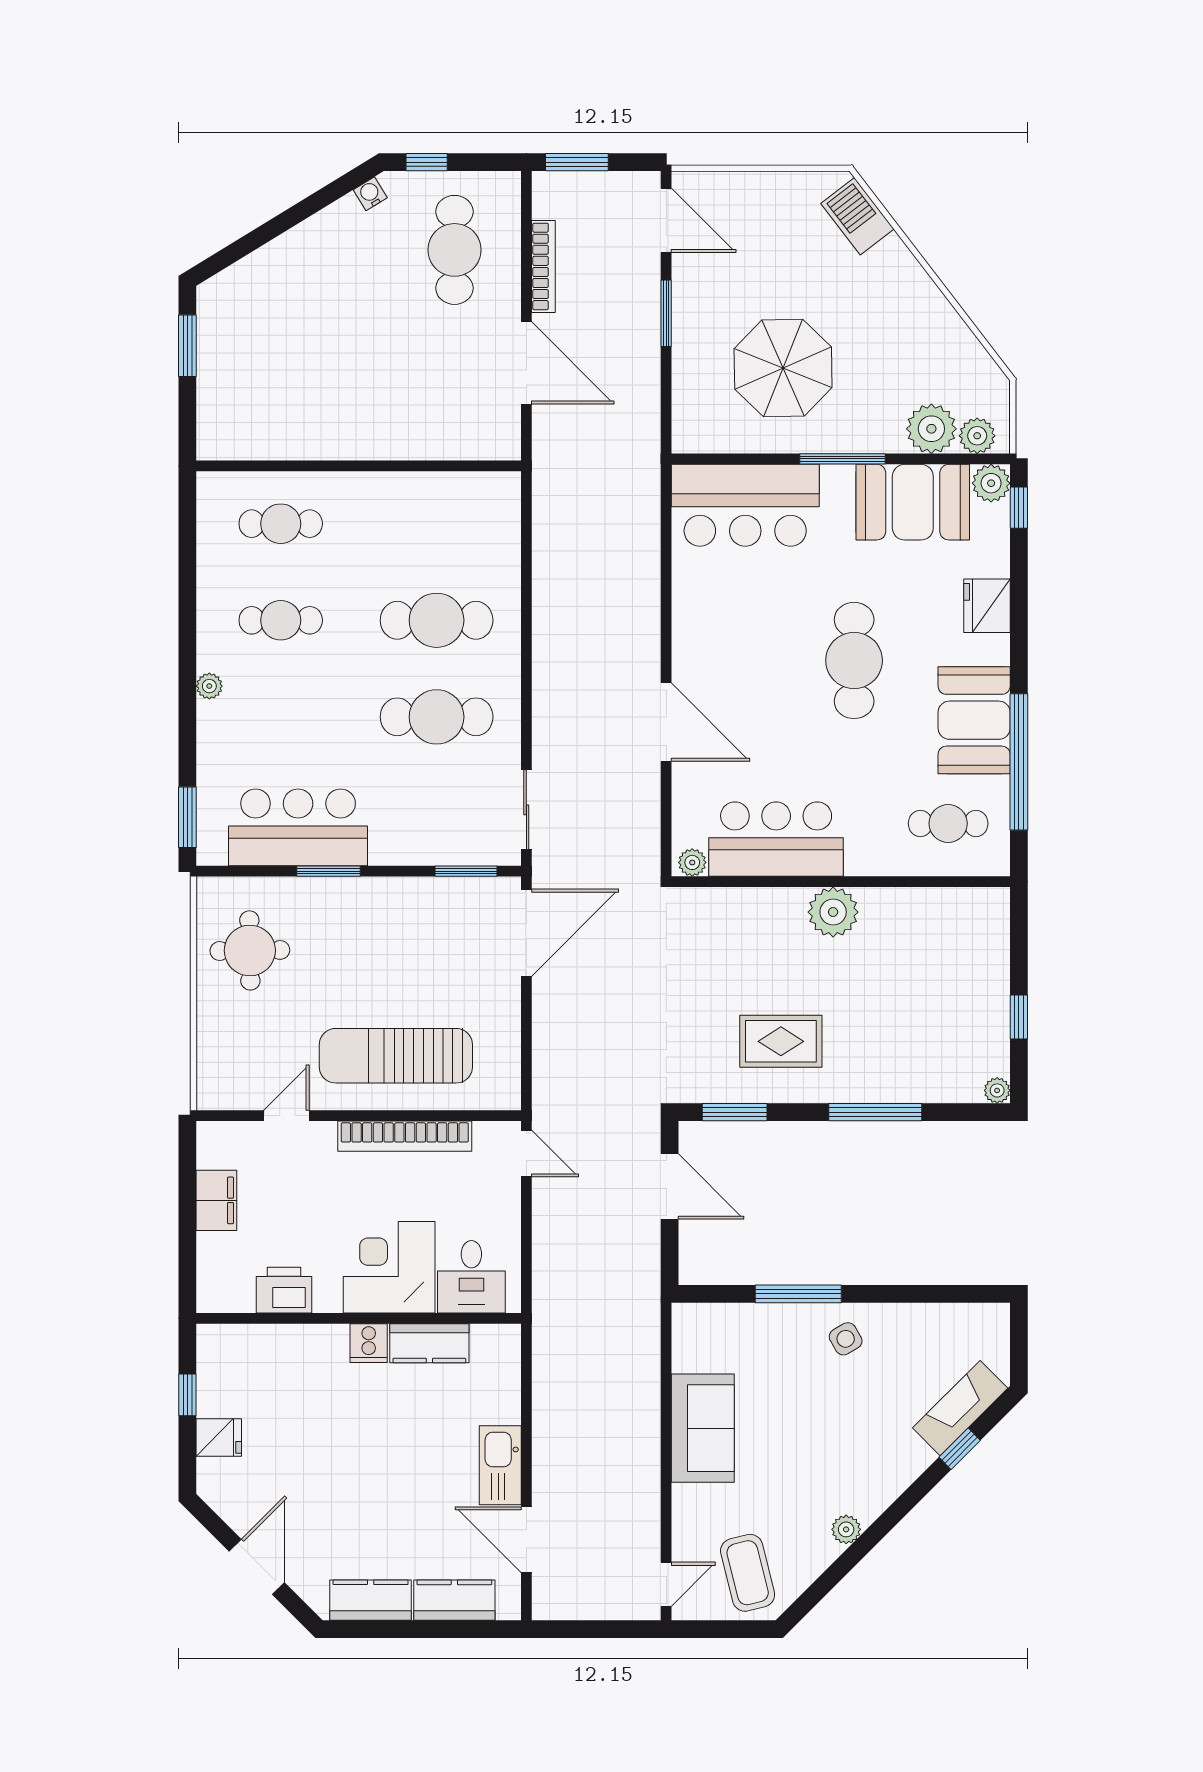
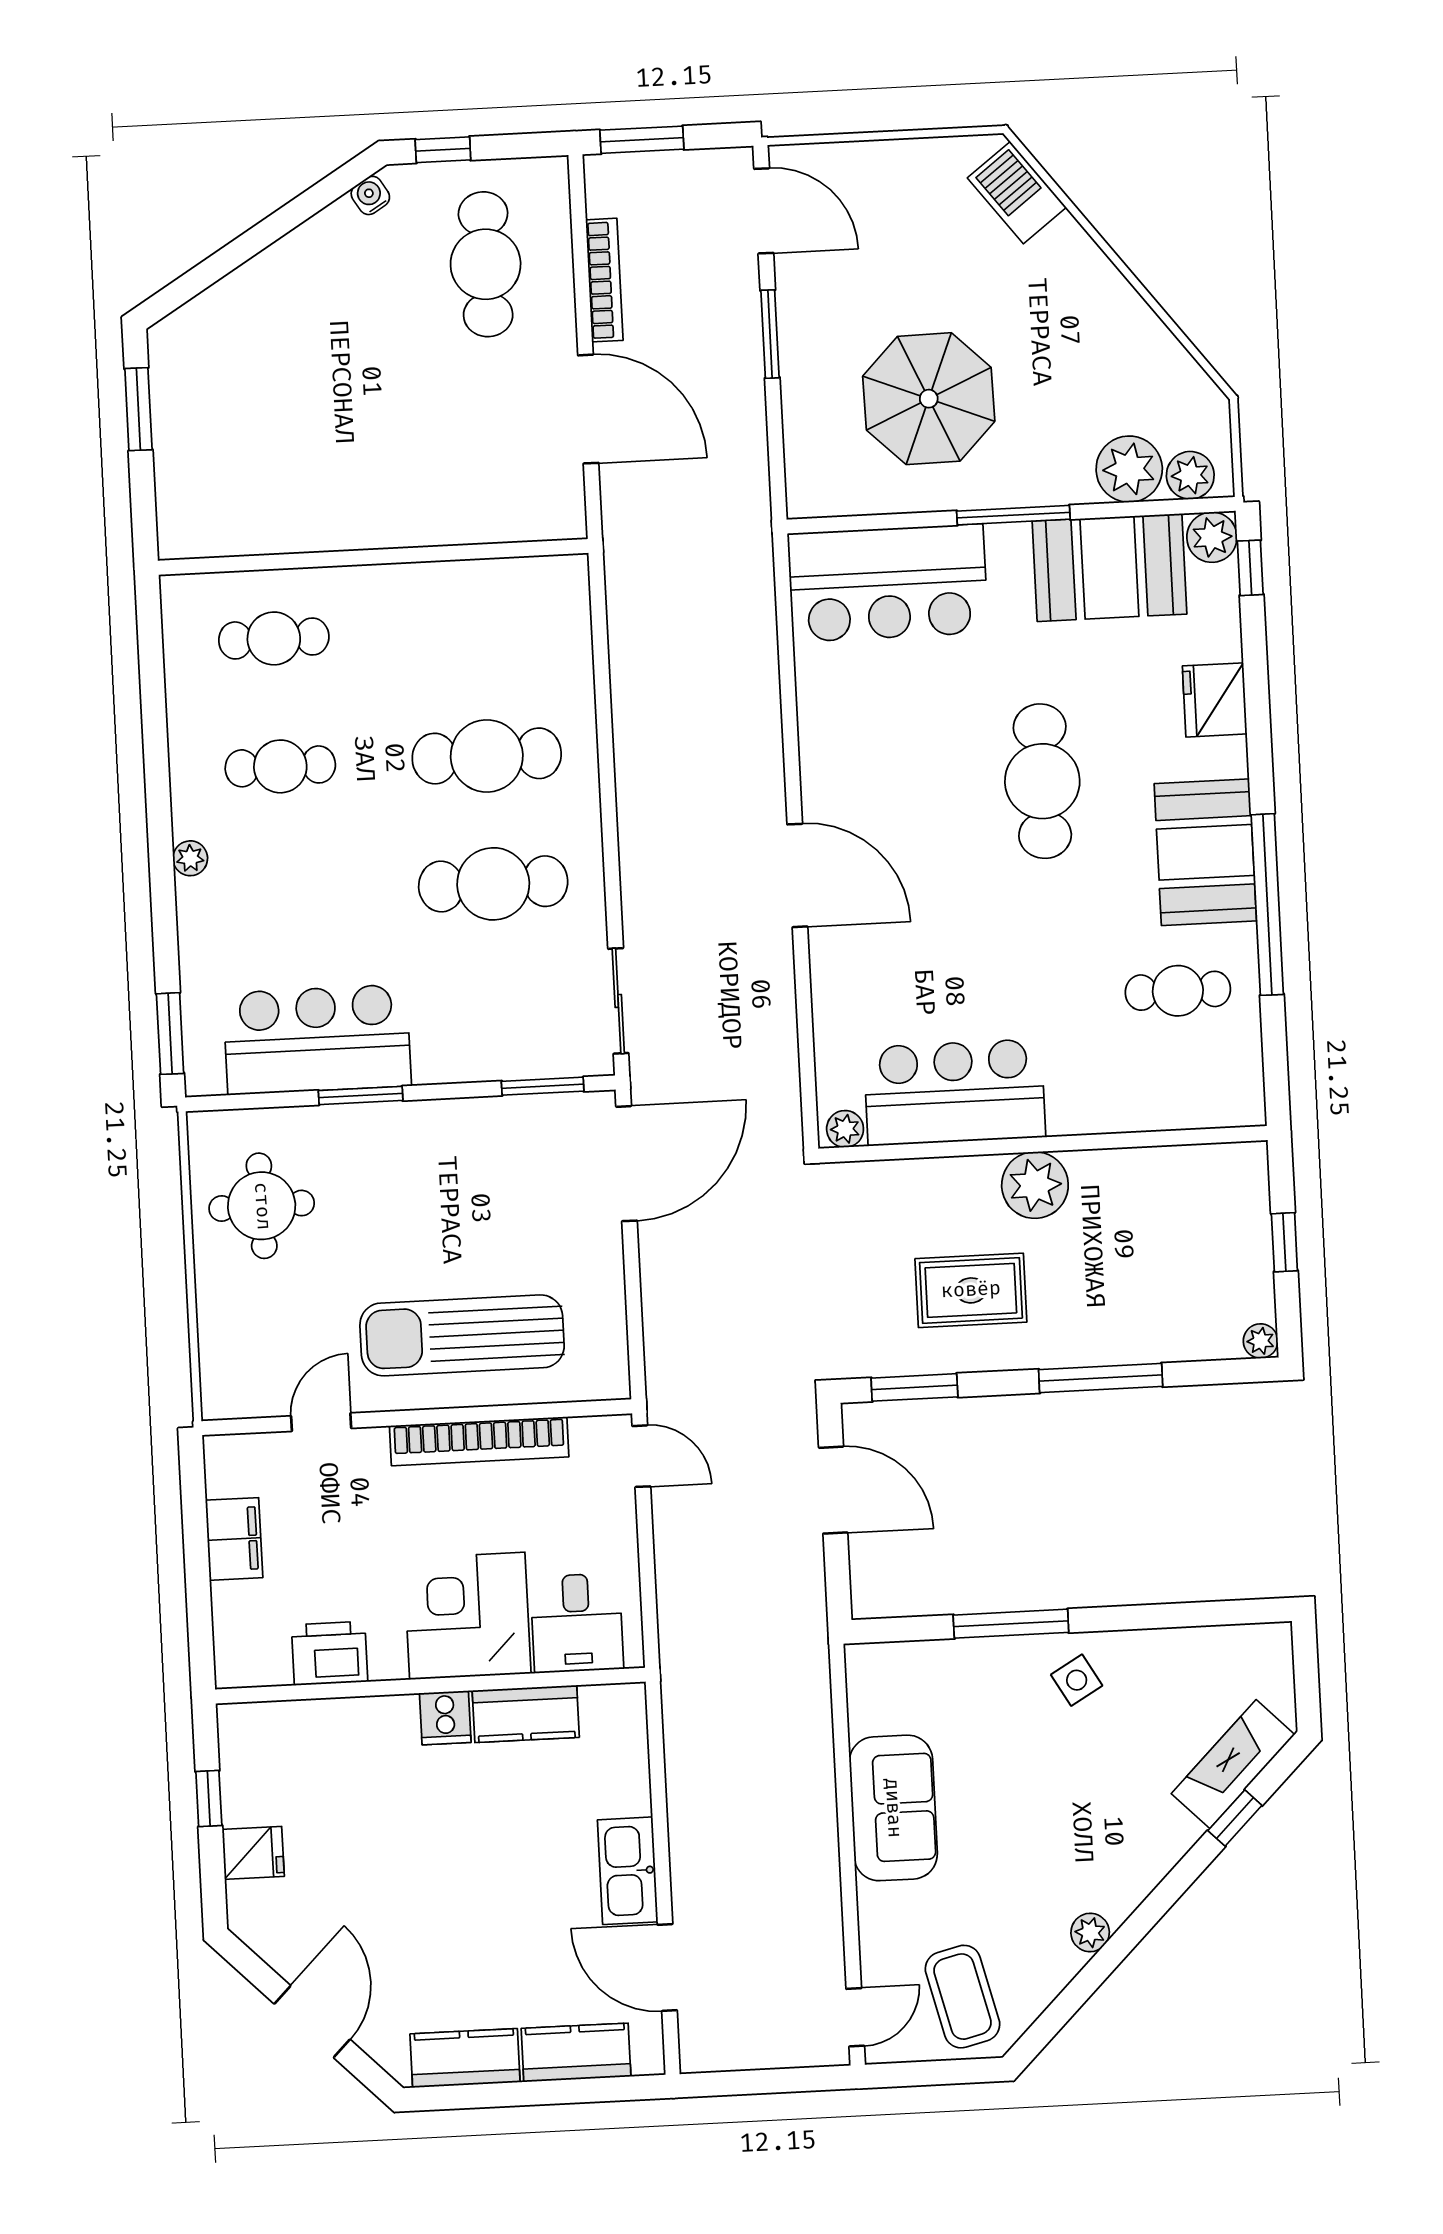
bar counter: (776, 839) -> (955, 1092), moved
plant: (692, 862) -> (845, 1129), moved
wall: (841, 882) -> (1043, 1144), moved
plant: (833, 912) -> (1035, 1185), moved

